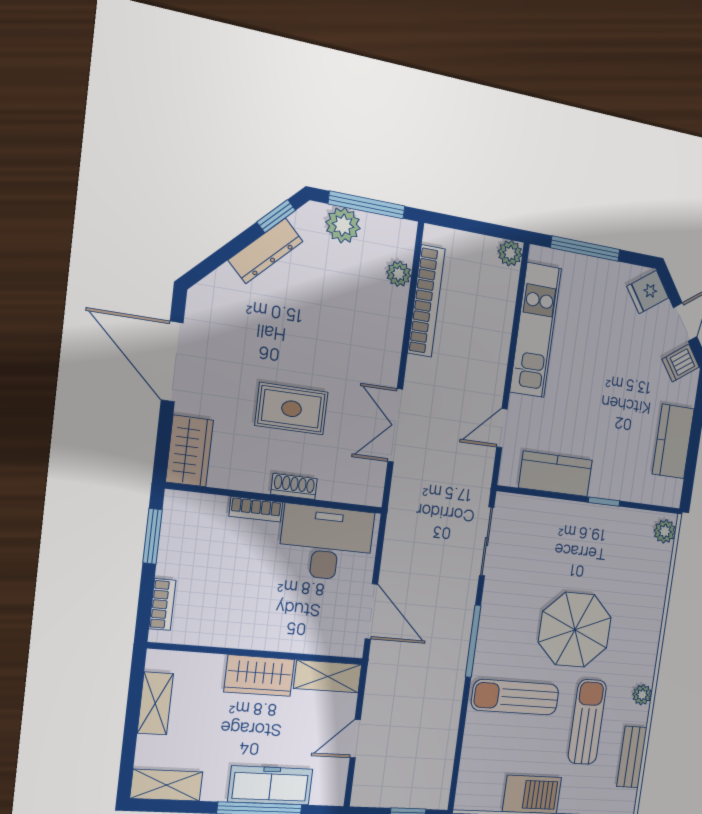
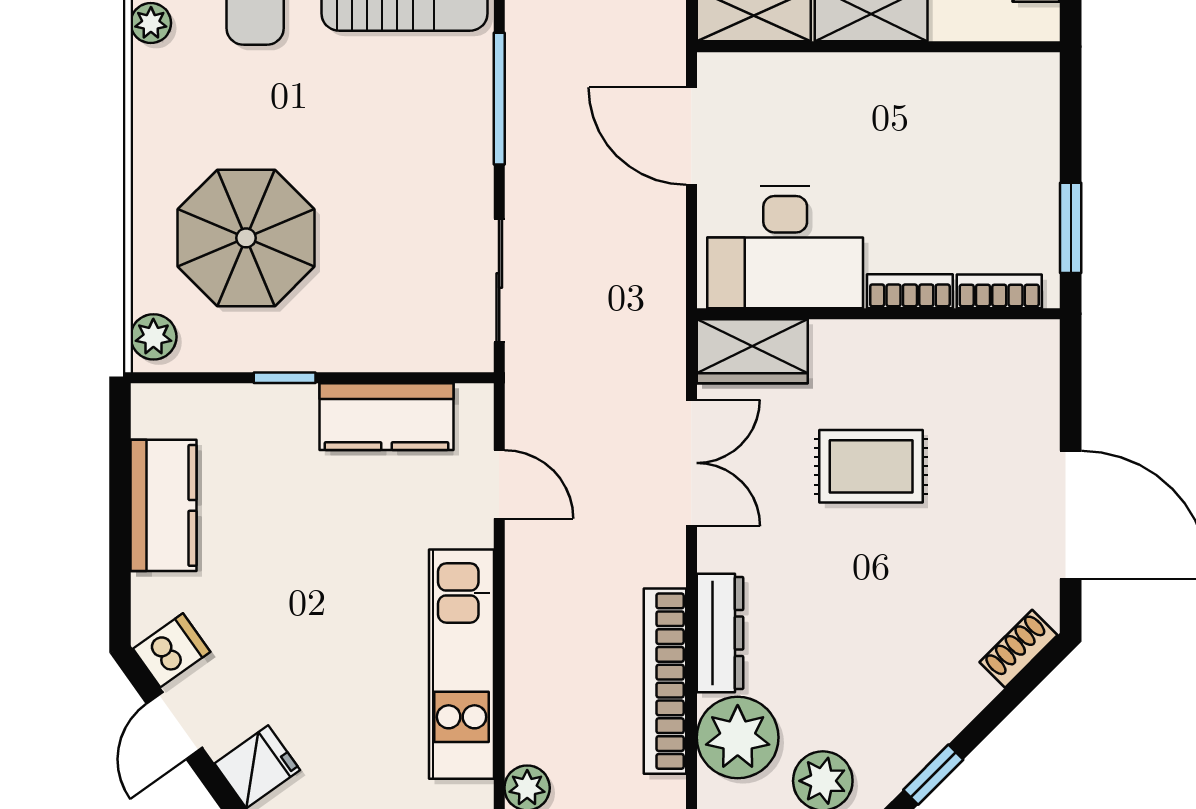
dresser: (266, 251) -> (720, 633), moved, turned 135
plant: (399, 274) -> (738, 737), width x1.88, depth x1.88
door: (502, 428) -> (499, 484), hinge flipped
wardrobe: (189, 451) -> (752, 351), moved, turned -90
shoe rack: (294, 486) -> (1019, 649), moved, turned 135
bookcase: (162, 604) -> (999, 291), moved, turned 90
parasol: (575, 630) -> (246, 238), moved

